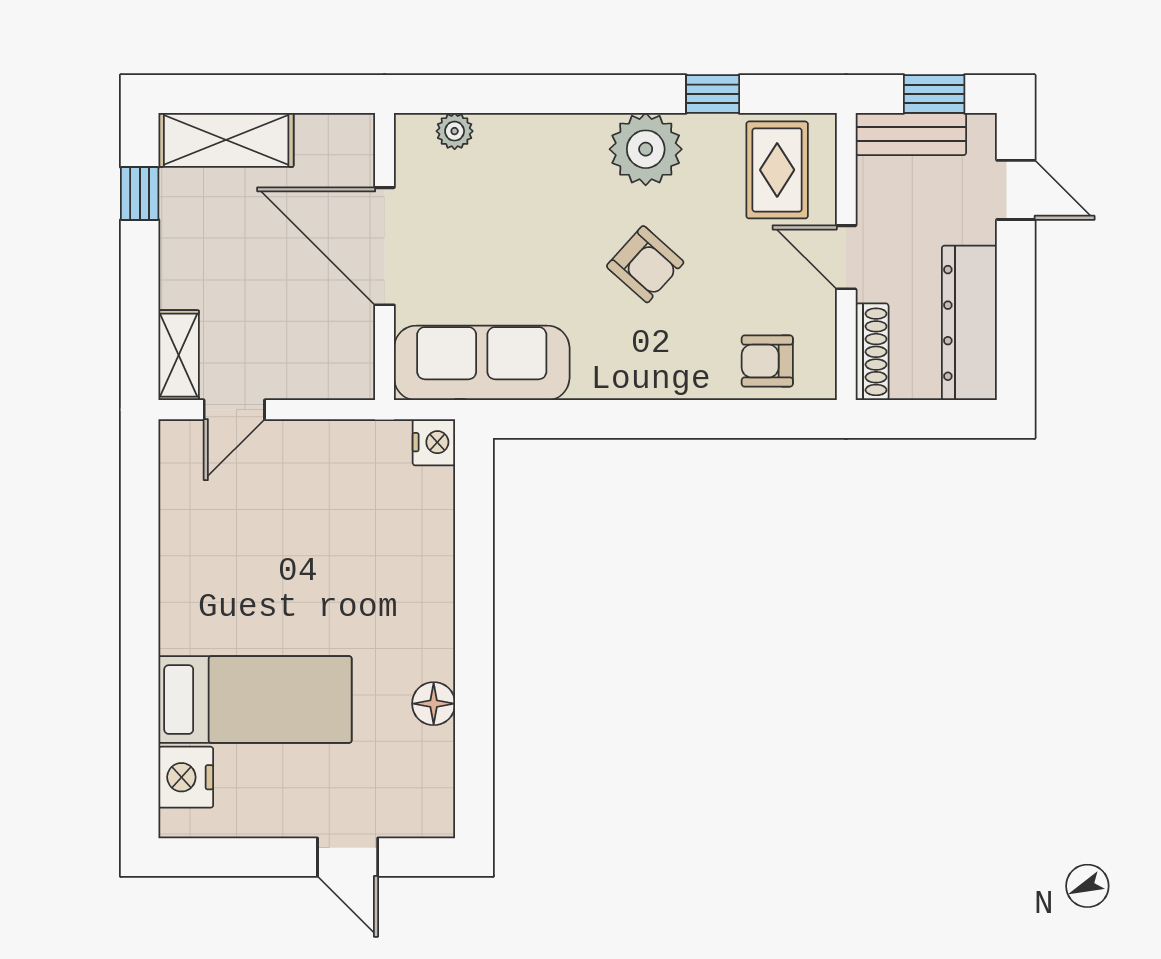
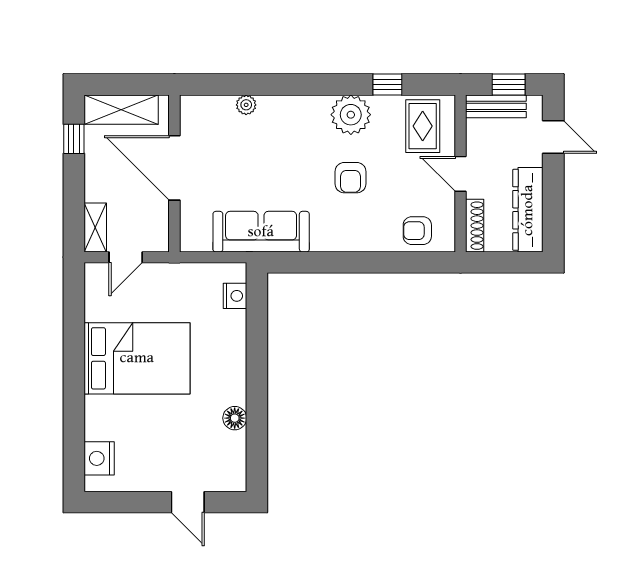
door: (385, 246) -> (174, 168), moved
wall: (385, 257) -> (174, 173), moved
armchair: (645, 264) -> (351, 178), turned 48
nightstand: (434, 442) -> (235, 296), moved
bed: (255, 700) -> (137, 358), moved, width x1.50

